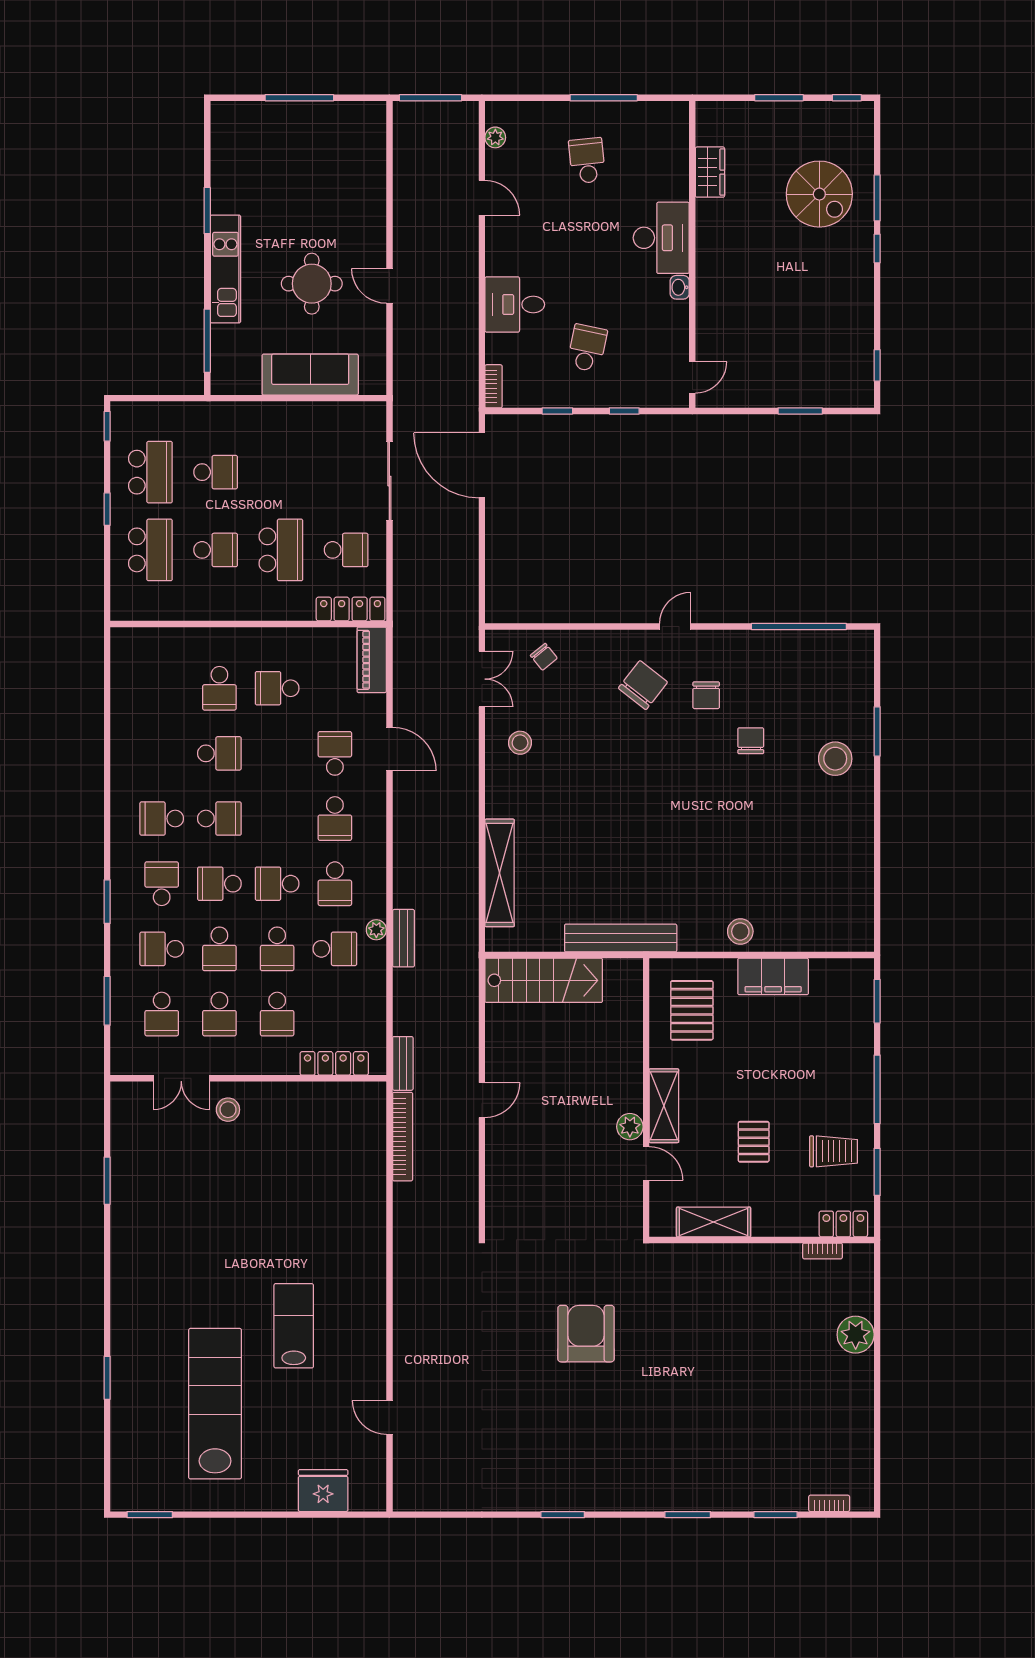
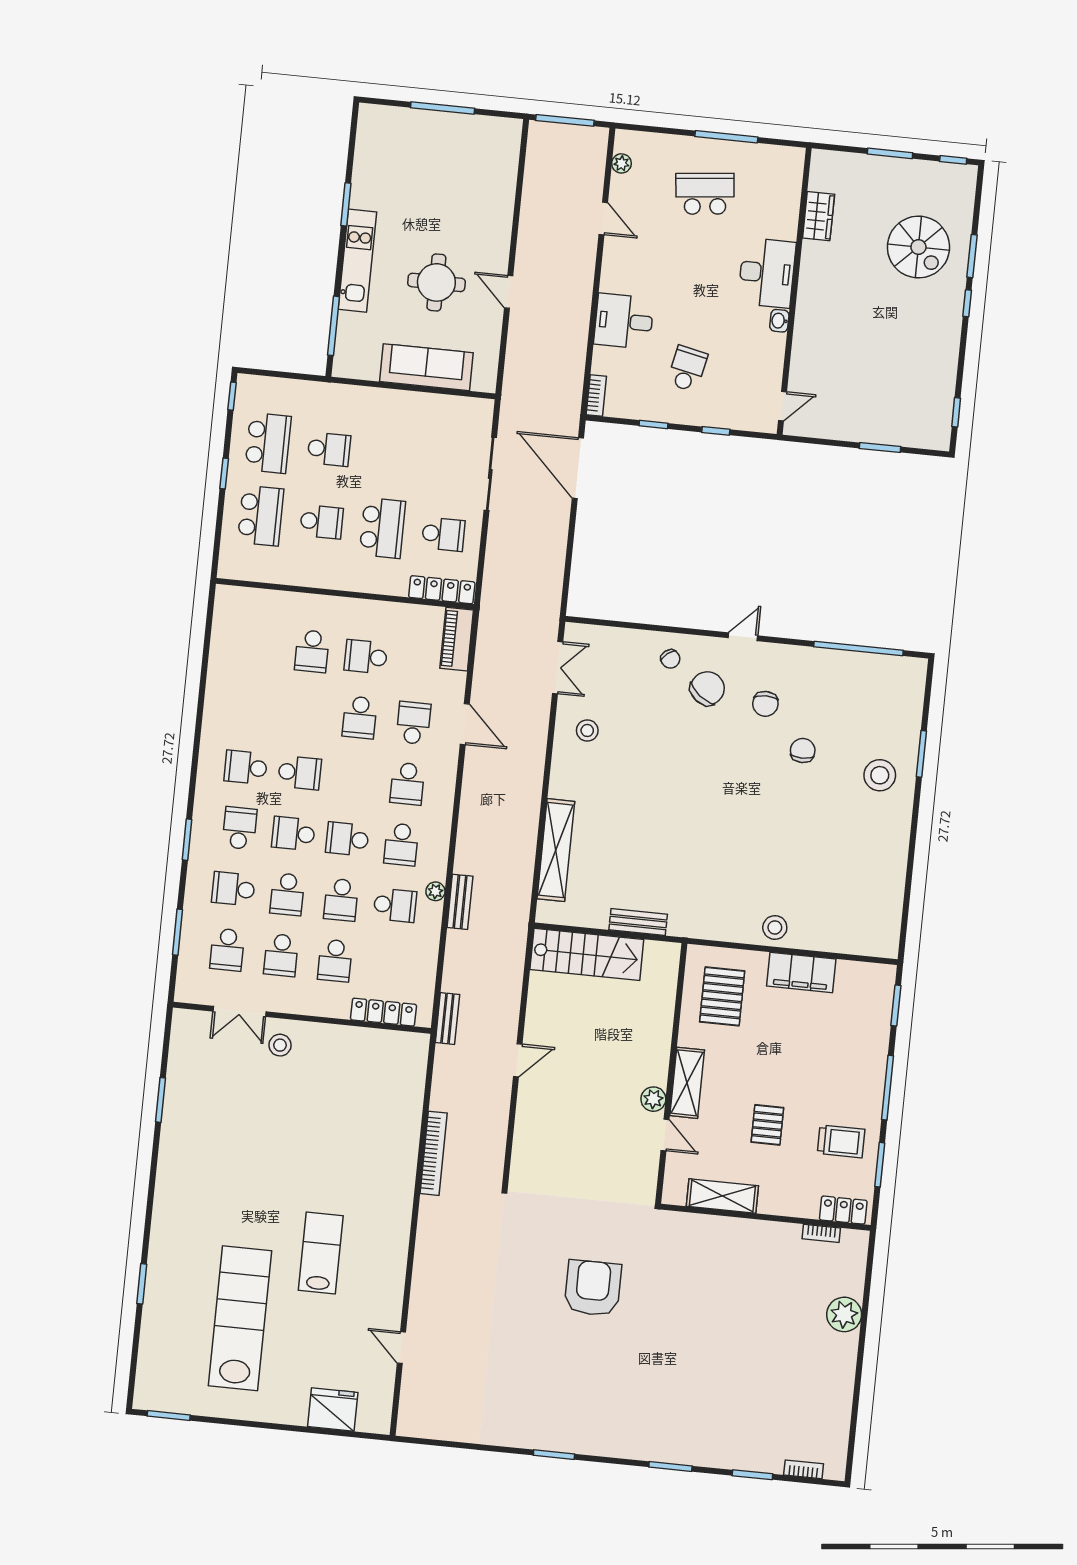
school desk: (587, 161) -> (705, 194), width x1.85
chair: (544, 657) -> (670, 659), moved
school desk: (219, 753) -> (360, 717), moved, turned 90
bench: (621, 938) -> (638, 922), width x0.54, depth x0.82
bookcase: (403, 1137) -> (434, 1153), moved

